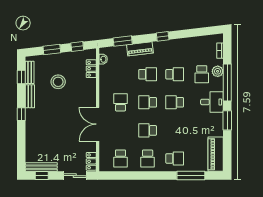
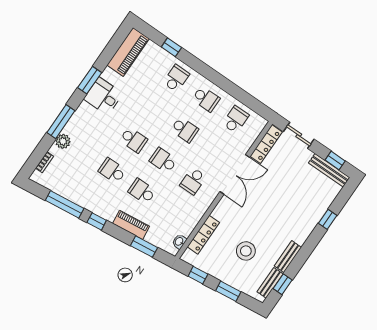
window: (190, 33) -> (65, 204), added
locker: (91, 69) -> (203, 235), width x1.53
school desk: (202, 74) -> (82, 150), removed
window: (227, 83) -> (61, 122), width x0.68
school desk: (148, 102) -> (163, 160), turned 180
desk: (212, 102) -> (103, 96), moved
window: (21, 114) -> (328, 219), moved
school desk: (148, 158) -> (206, 99), turned 90
school desk: (175, 158) -> (176, 78), turned 90
locker: (91, 161) -> (266, 144), width x1.53
window: (191, 176) -> (171, 47), width x0.46

